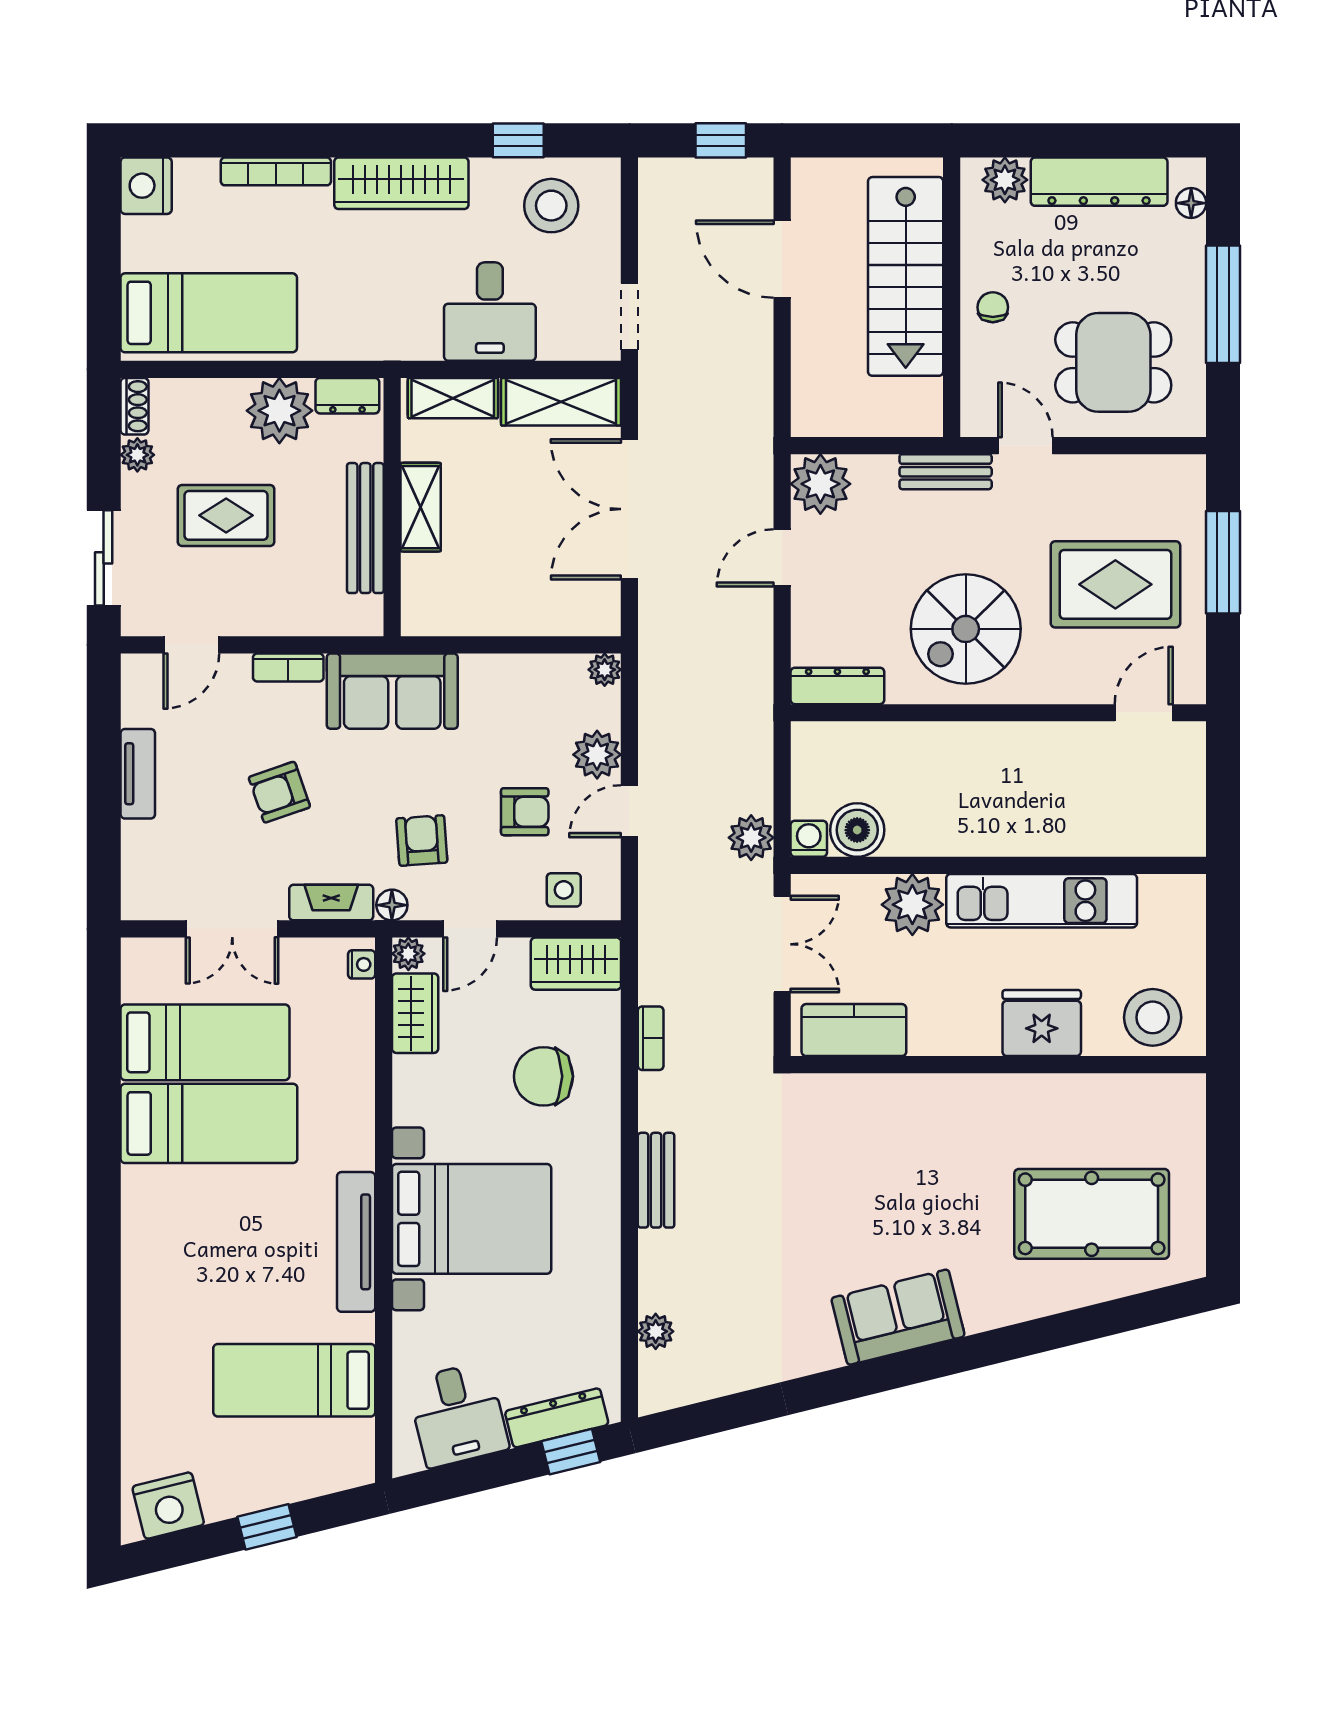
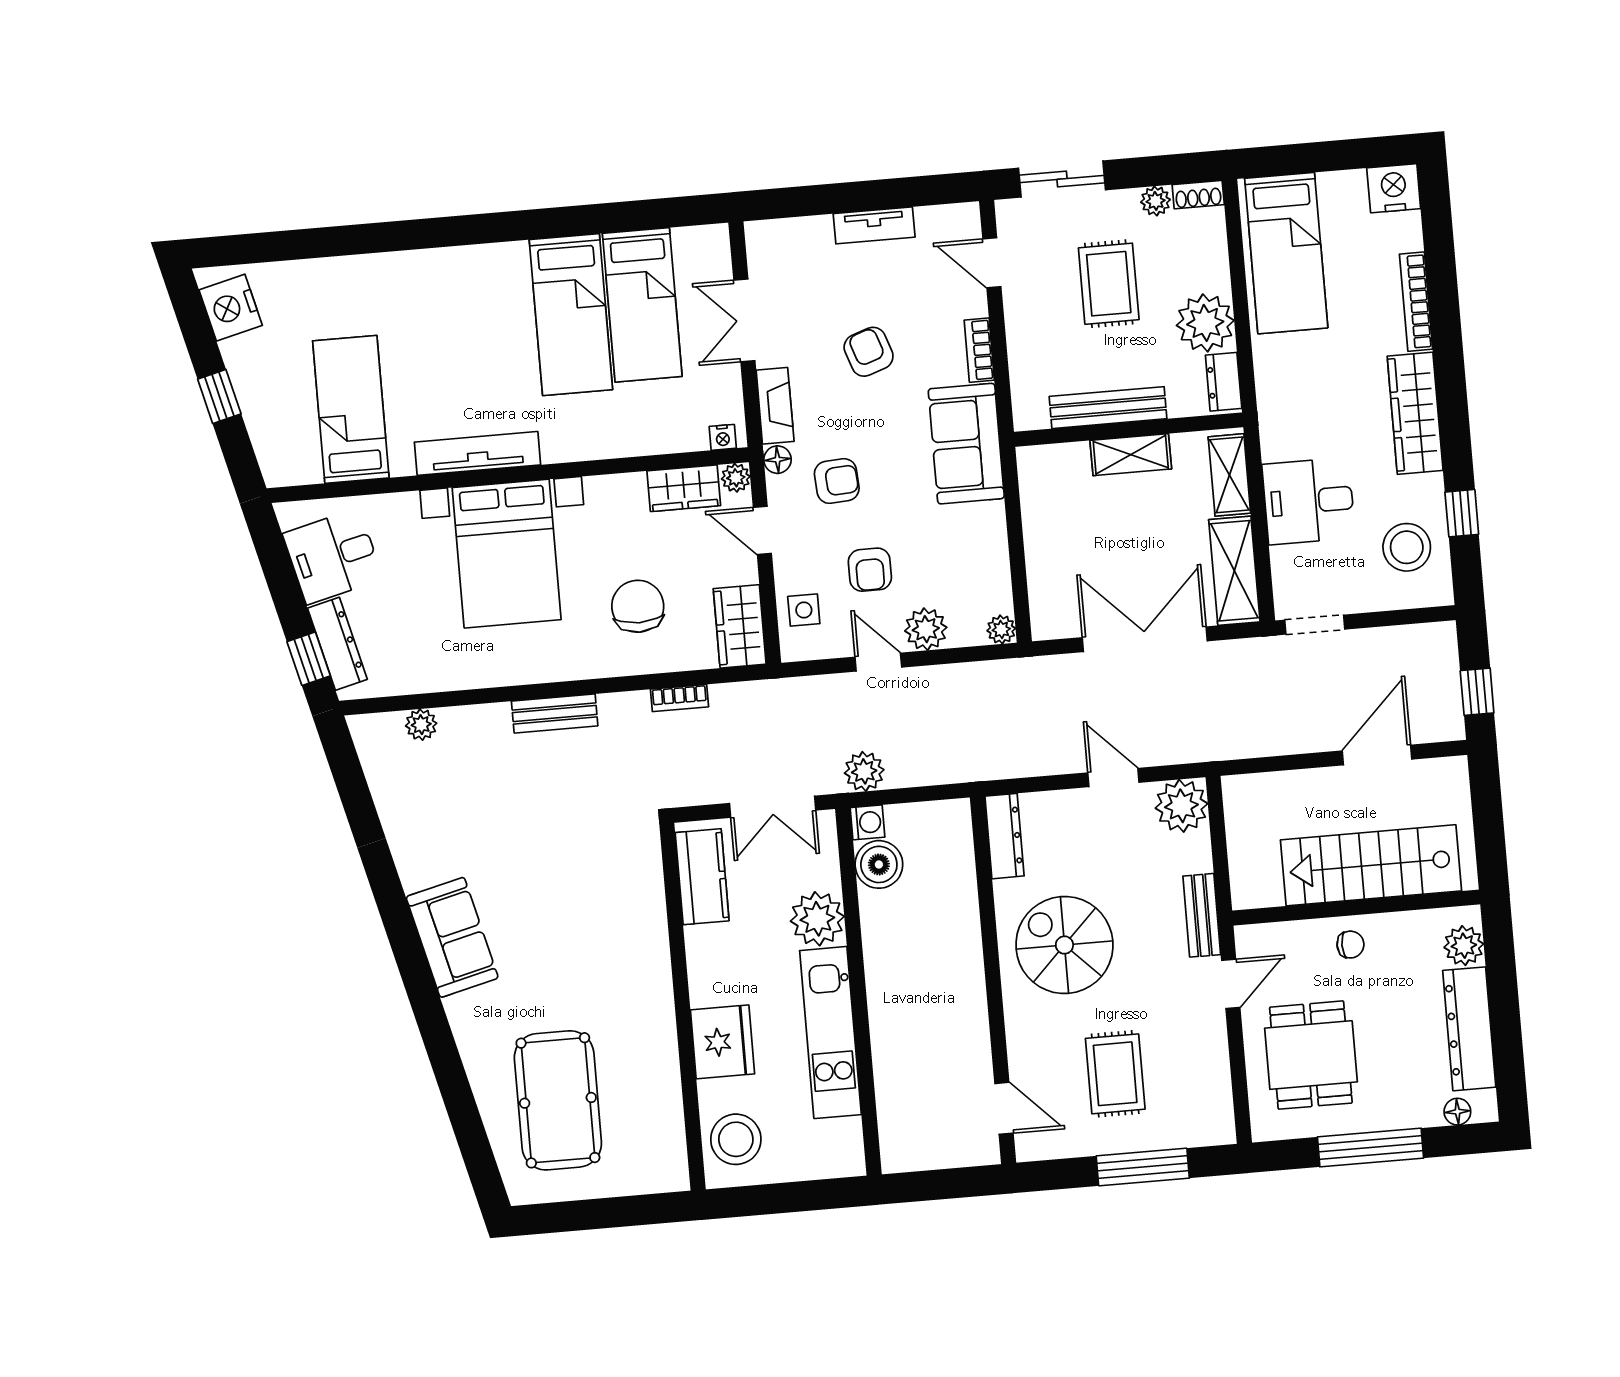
rug: (1115, 584) -> (1115, 1074), width x0.73, depth x0.70

